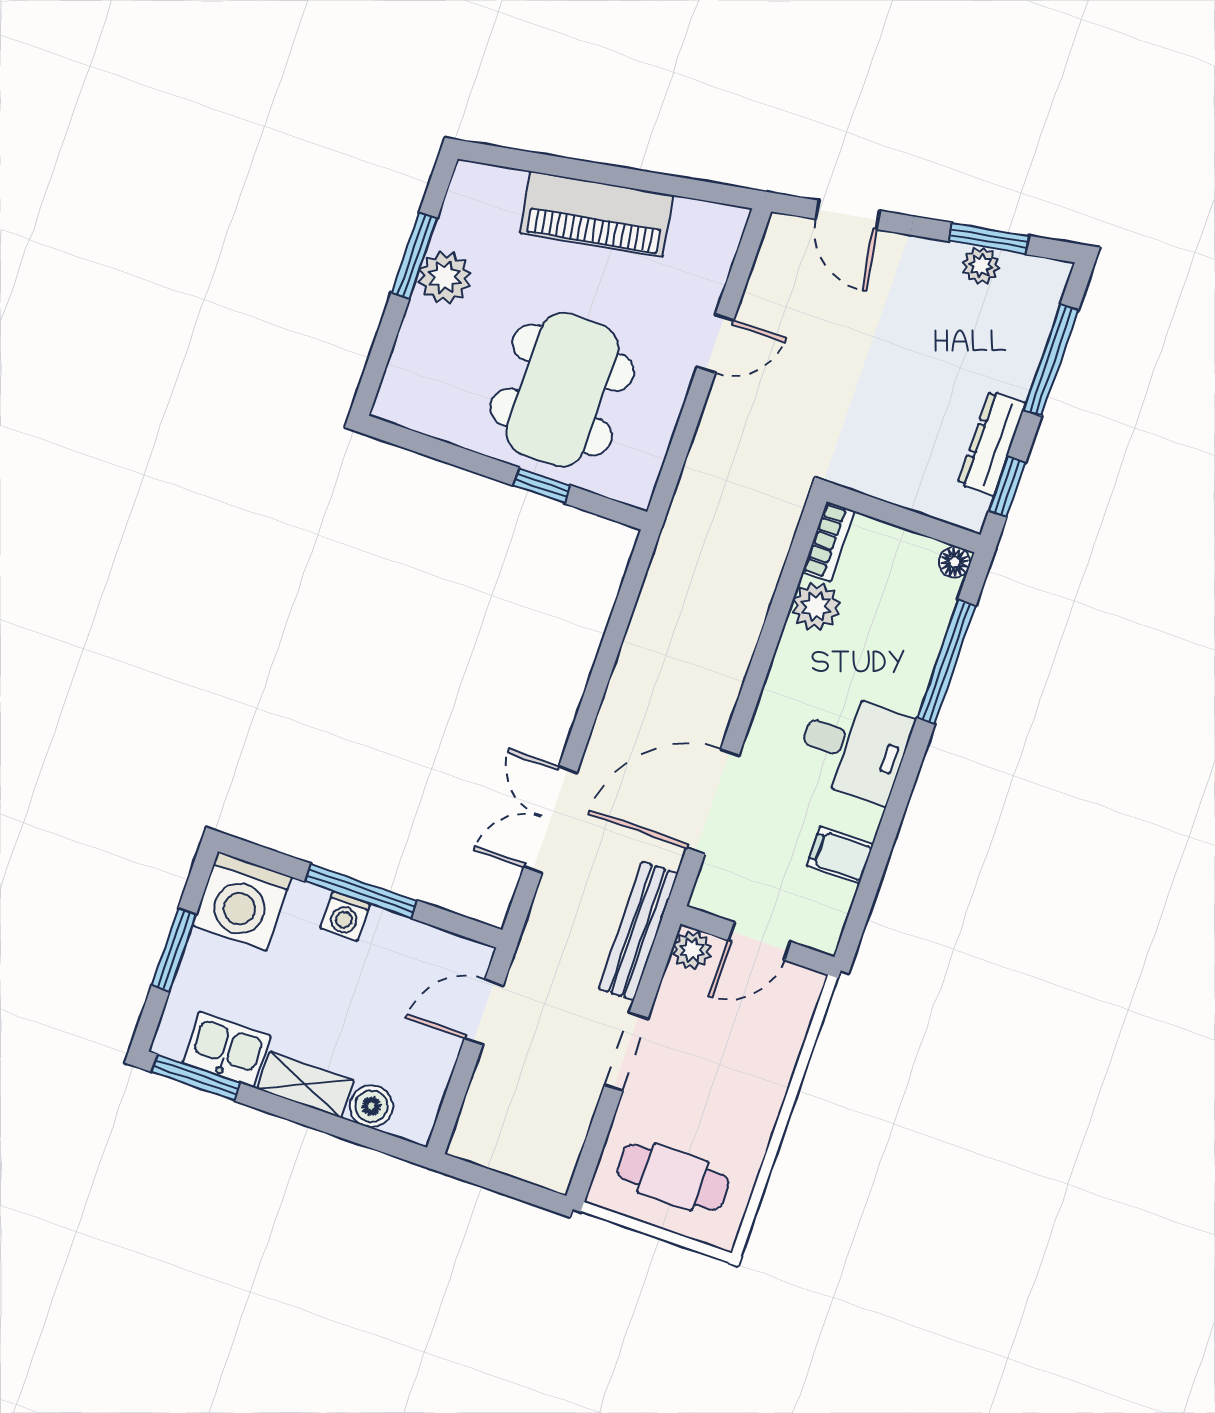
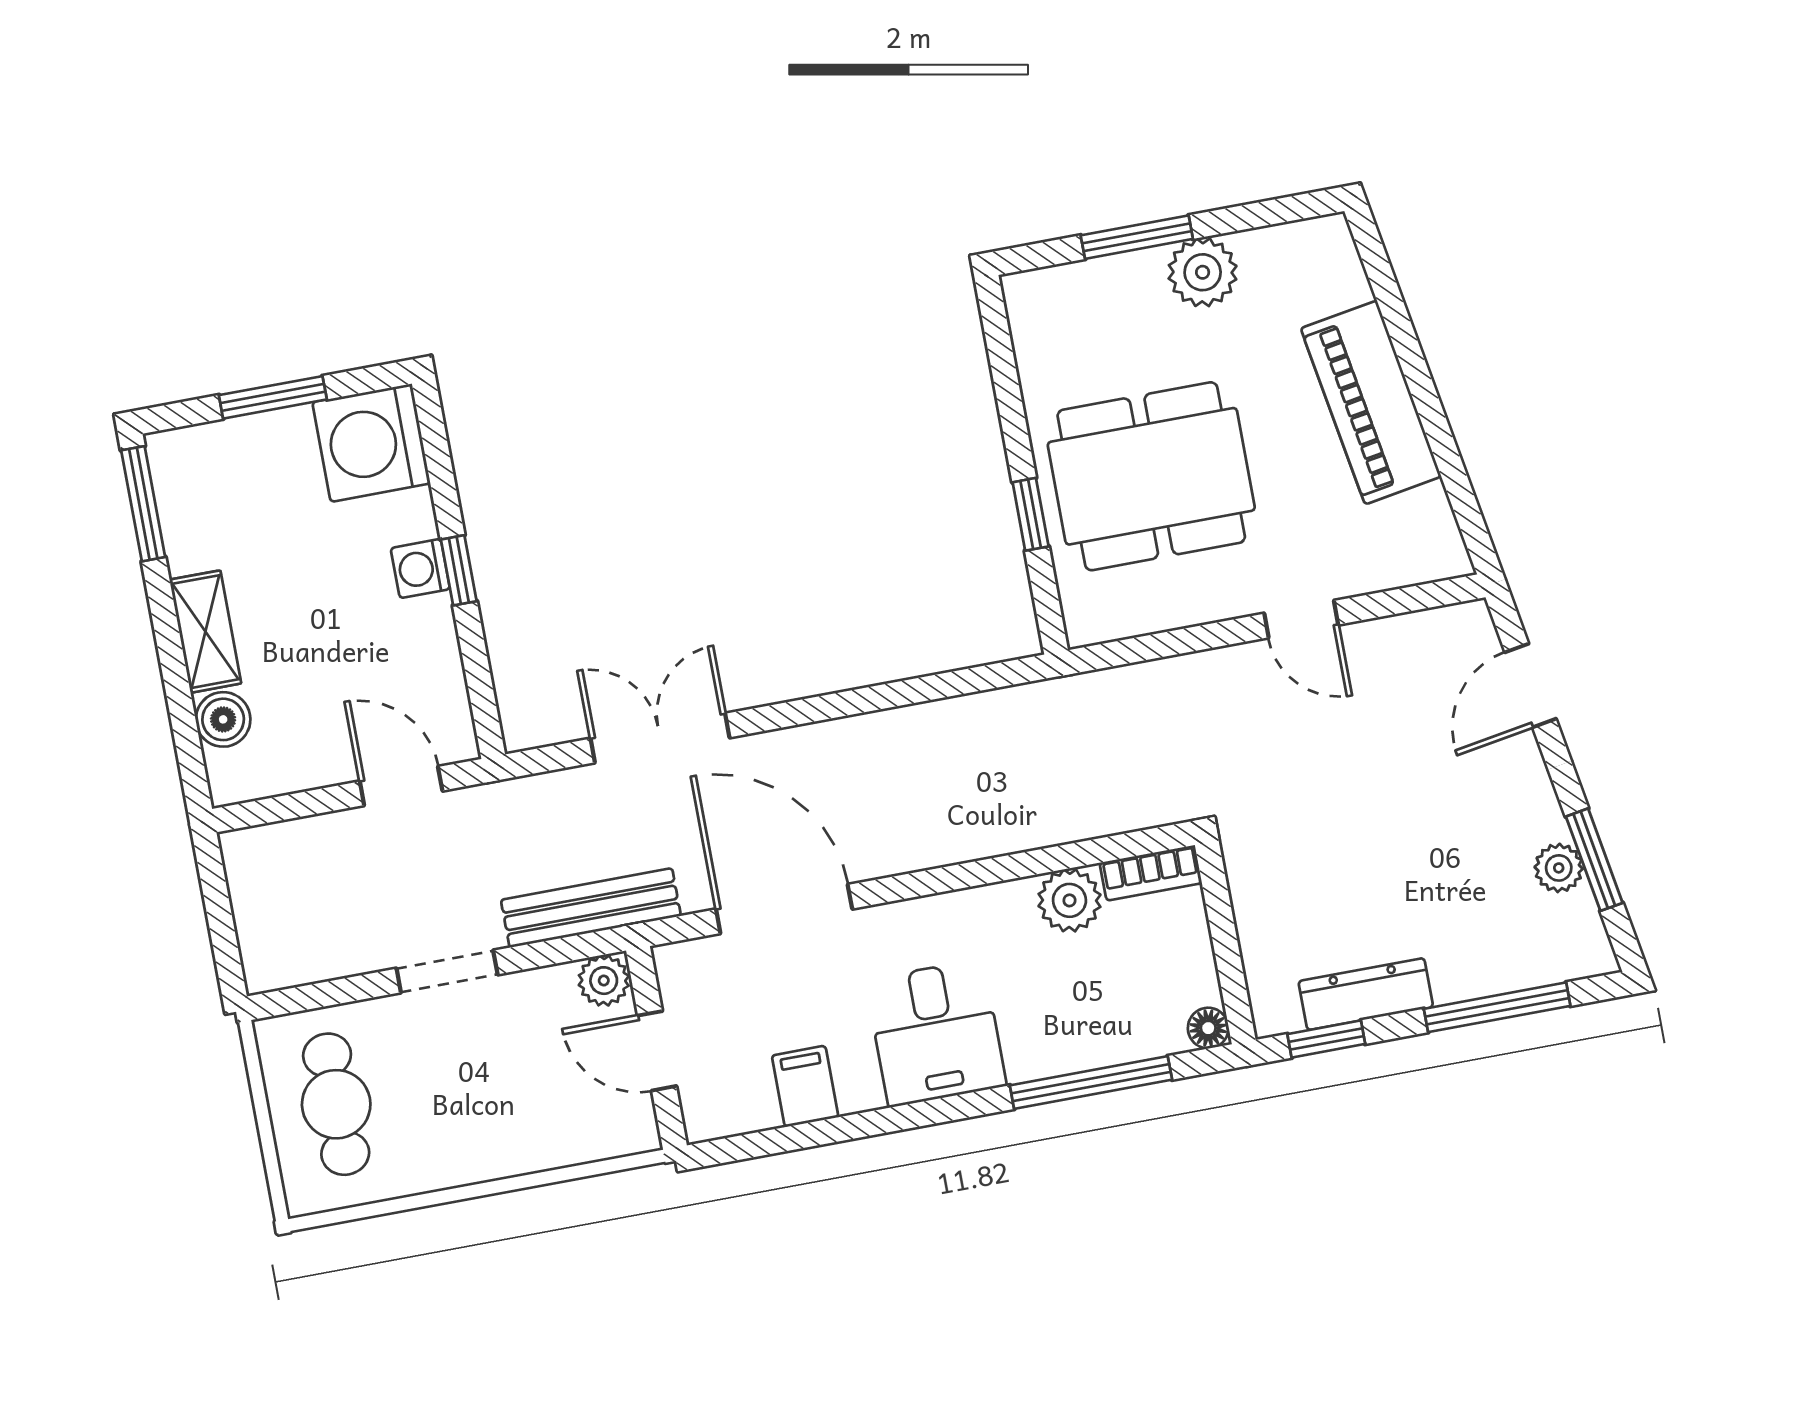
window: (414, 256) -> (1137, 237), moved
window: (361, 891) -> (459, 570), width x0.46
kitchen sink: (227, 1049) -> (195, 520), removed

